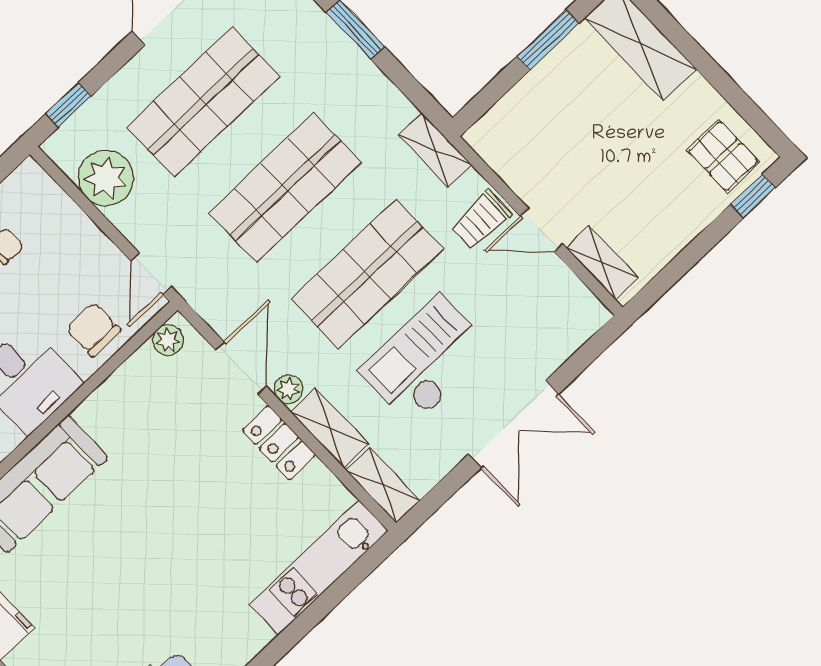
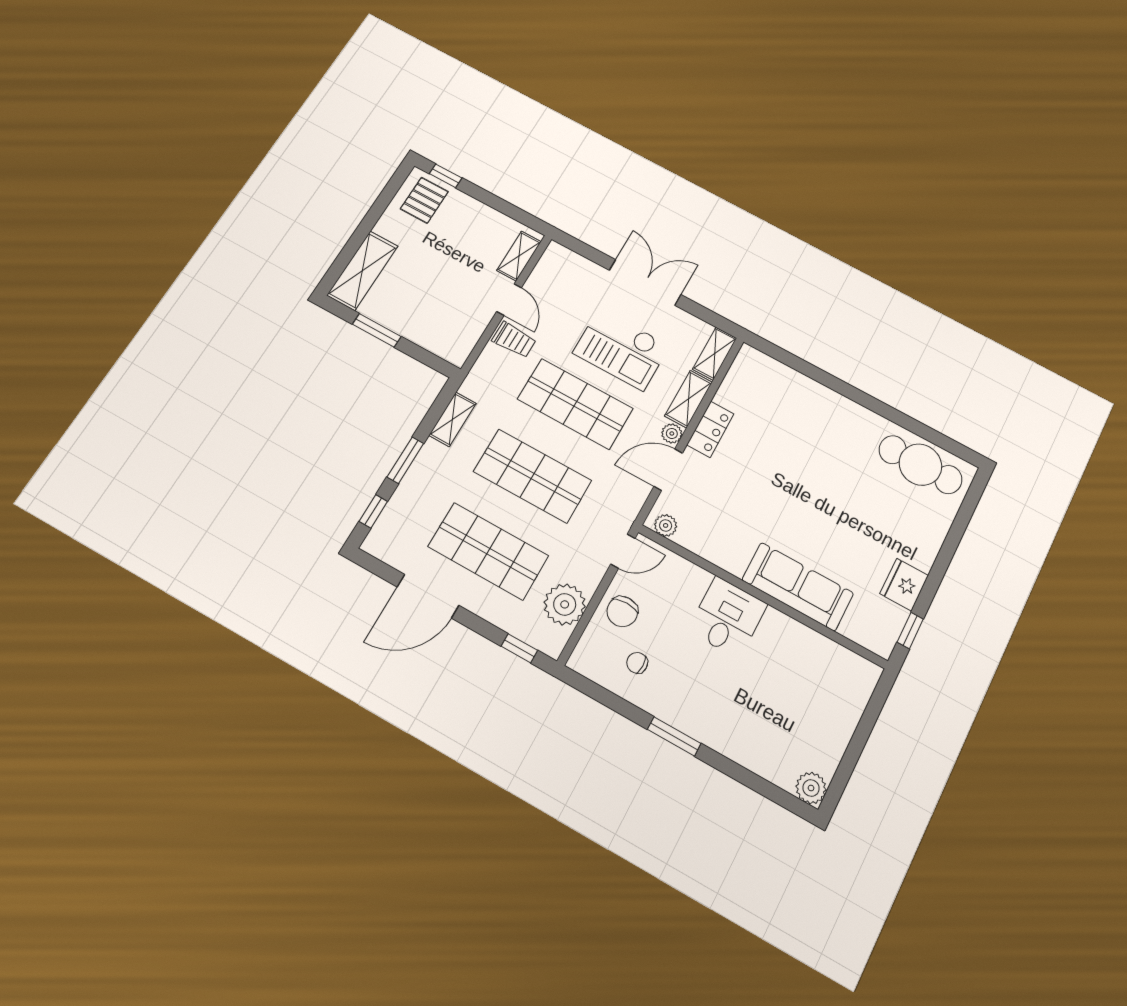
shelving: (436, 150) -> (453, 419), moved
chair: (93, 330) -> (622, 612), moved
kitchen unit: (319, 568) -> (784, 379), removed

